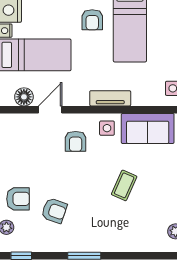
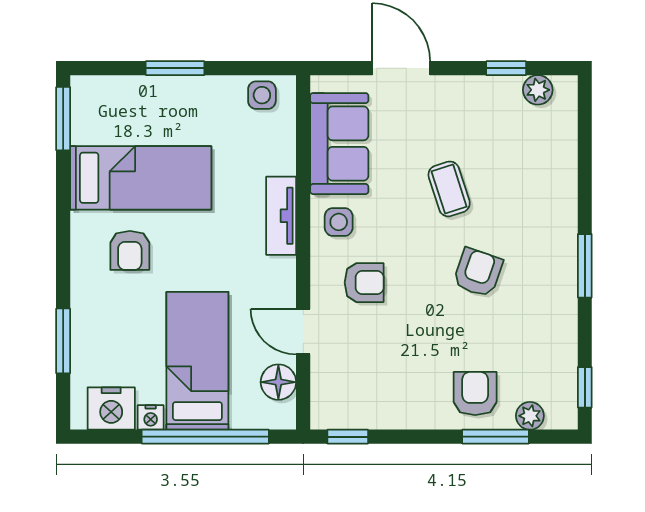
armchair: (92, 20) -> (130, 250), turned 90
coffee table: (124, 185) -> (449, 189), turned 48
armchair: (54, 211) -> (478, 272), moved

